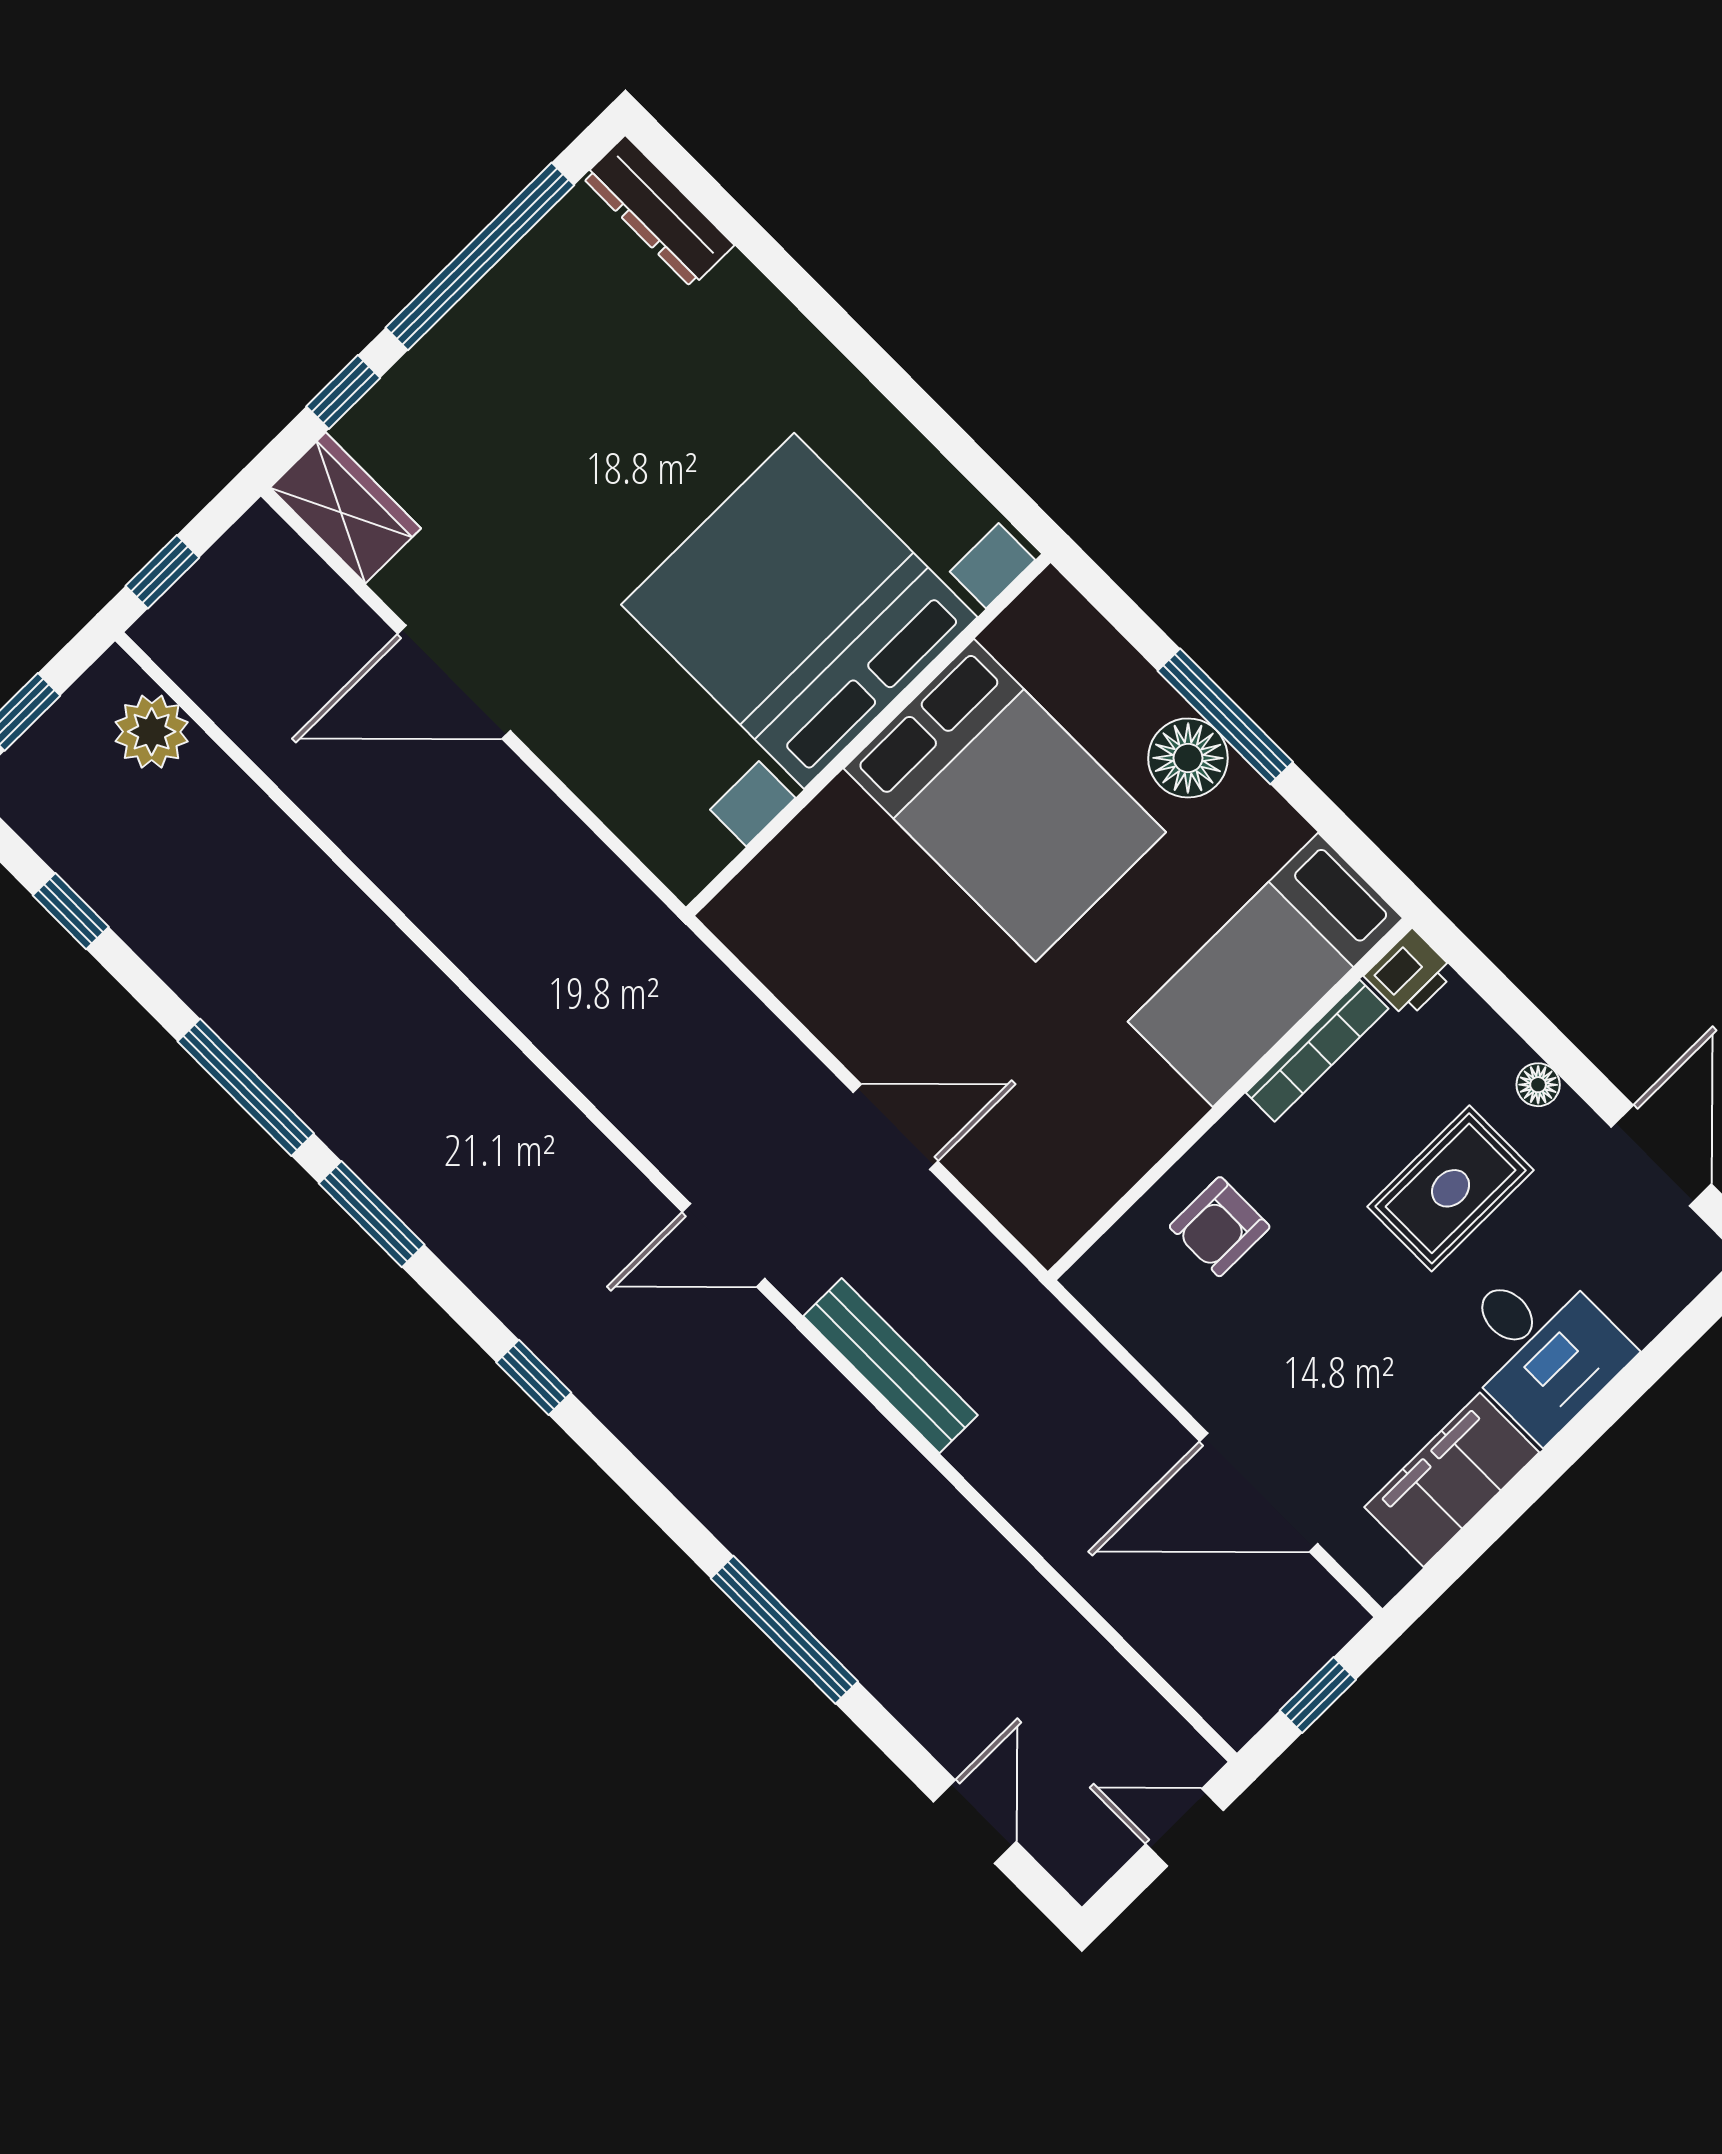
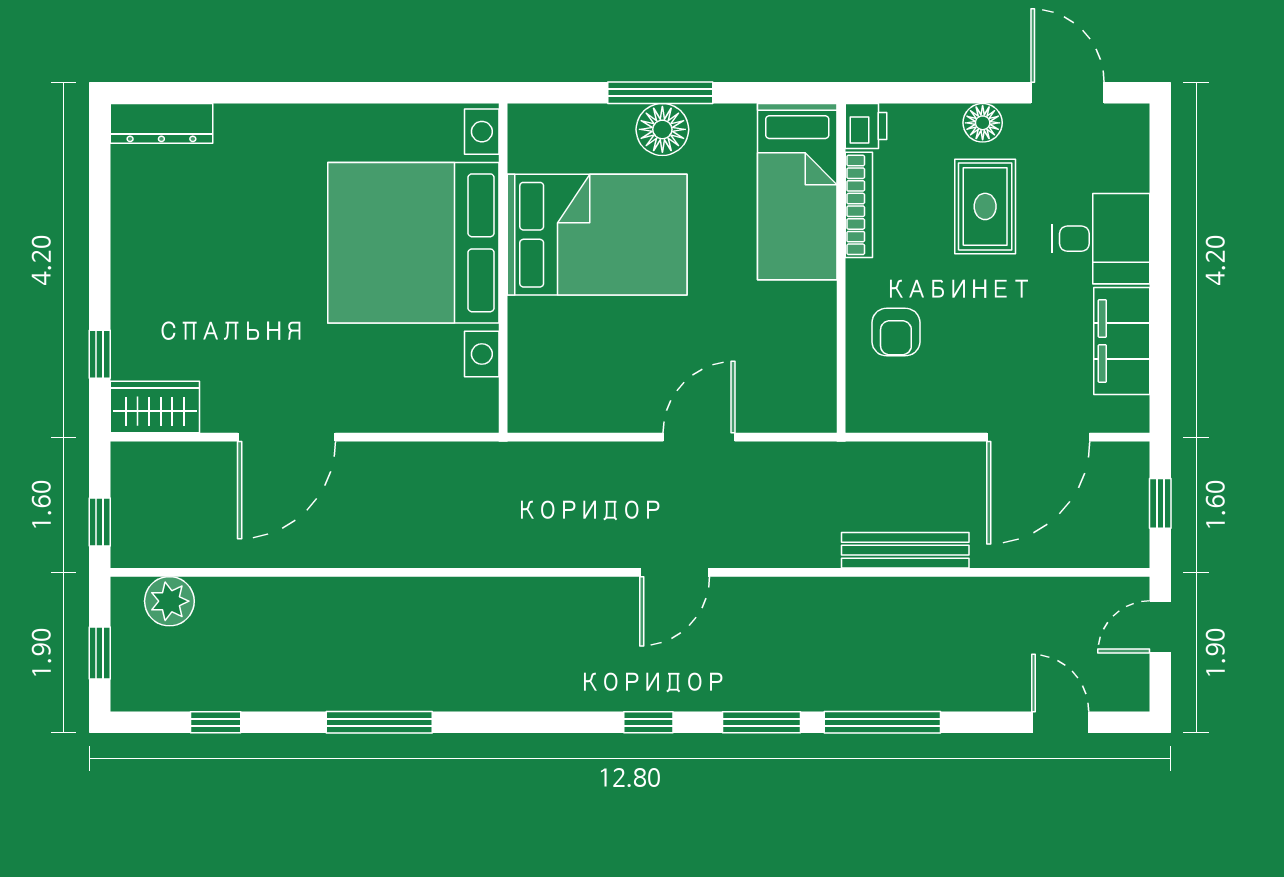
window: (480, 256) -> (100, 228), removed
floor lamp: (1538, 1085) -> (983, 123), width x1.37, depth x1.37
window: (372, 1214) -> (762, 722), moved
bench: (891, 1366) -> (905, 550), moved

